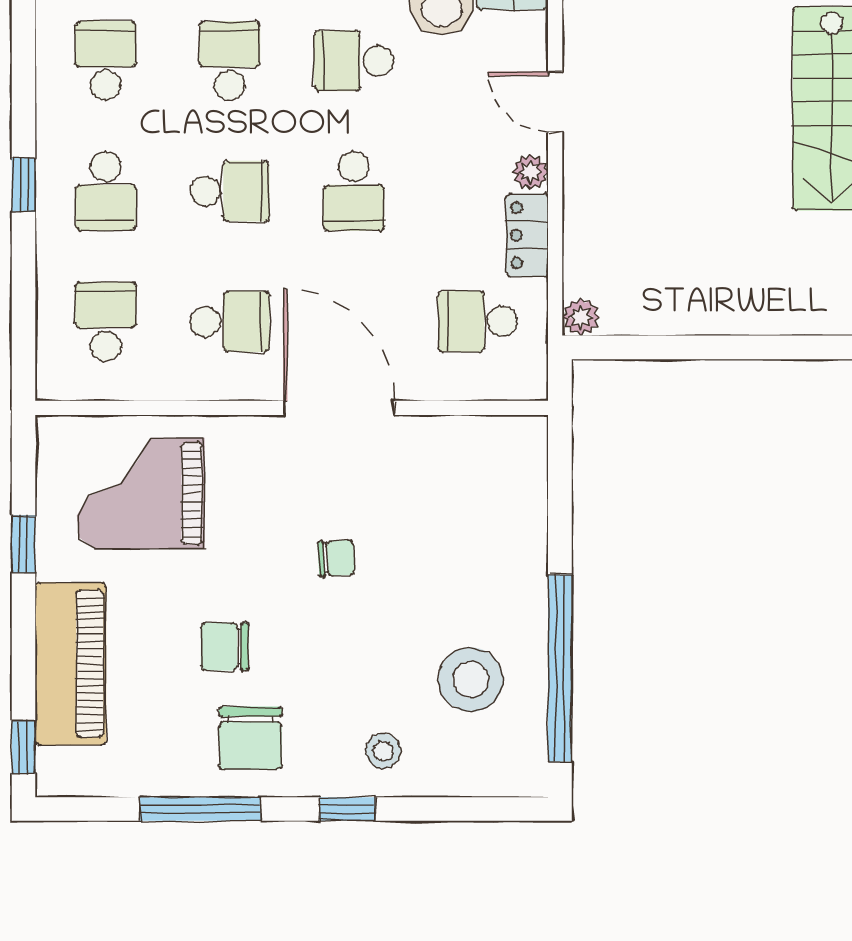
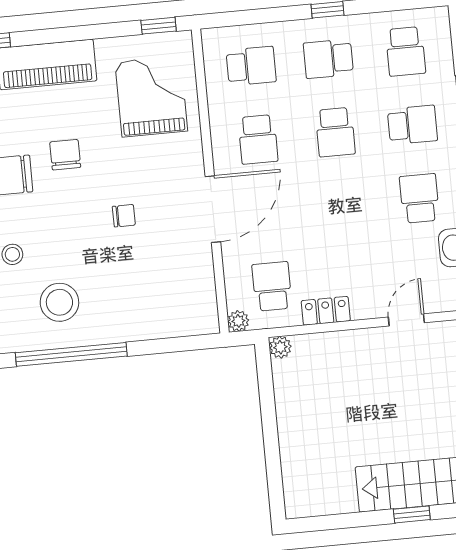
school desk: (106, 61) -> (406, 51), turned 90
plant: (530, 172) -> (238, 321), moved
school desk: (354, 191) -> (342, 206), removed
window: (24, 544) -> (159, 26), moved
chair: (336, 558) -> (124, 216), turned -87

